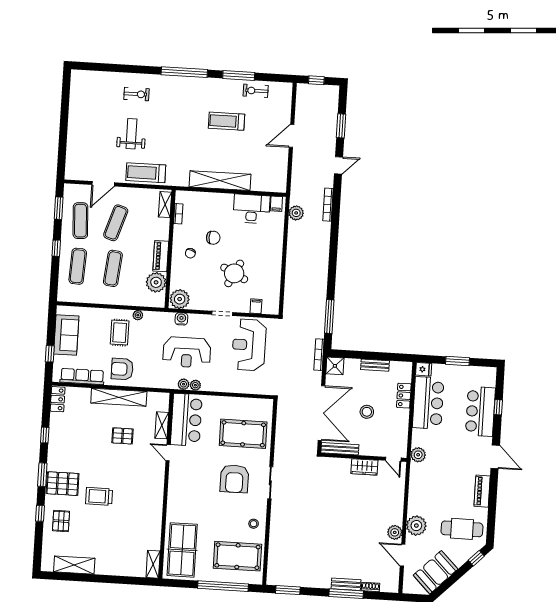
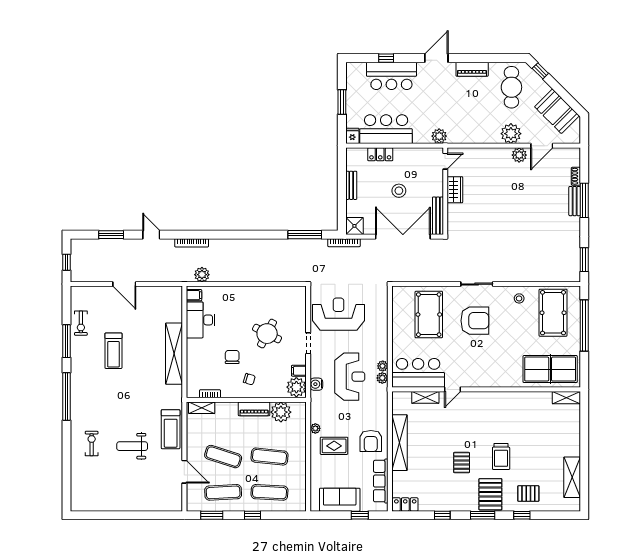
filing cabinet: (256, 306) -> (299, 371), moved
reception desk: (249, 345) -> (338, 314), turned 180
pallet: (123, 436) -> (462, 463), moved

